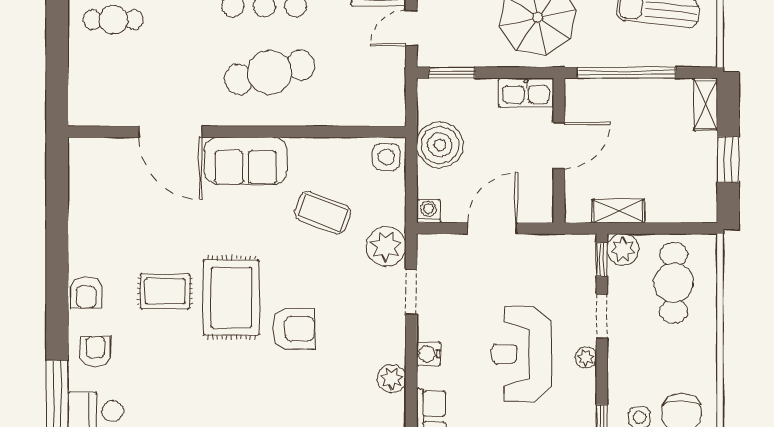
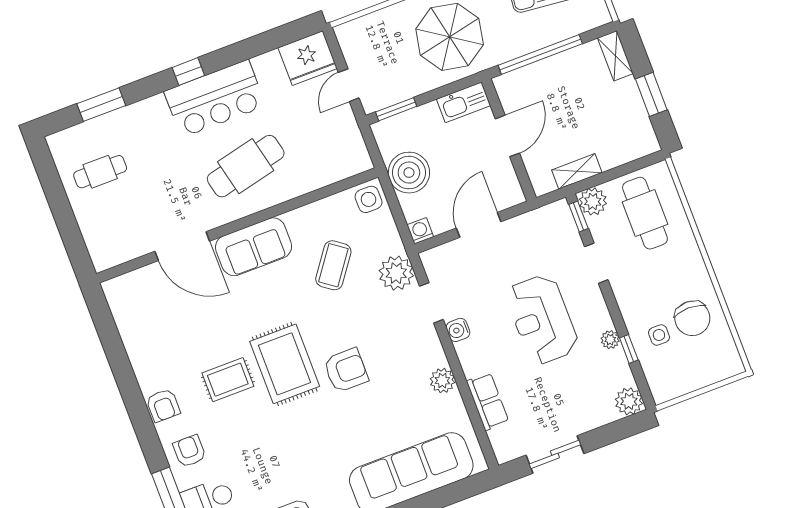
coffee table: (323, 213) -> (333, 265), turned -75
water cooler: (429, 354) -> (458, 330), moved
plant: (586, 358) -> (610, 340), moved

